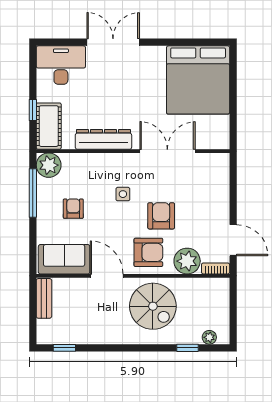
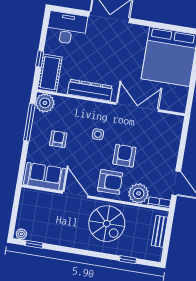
bench: (44, 298) -> (160, 231), moved
plant: (209, 337) -> (21, 234), moved

